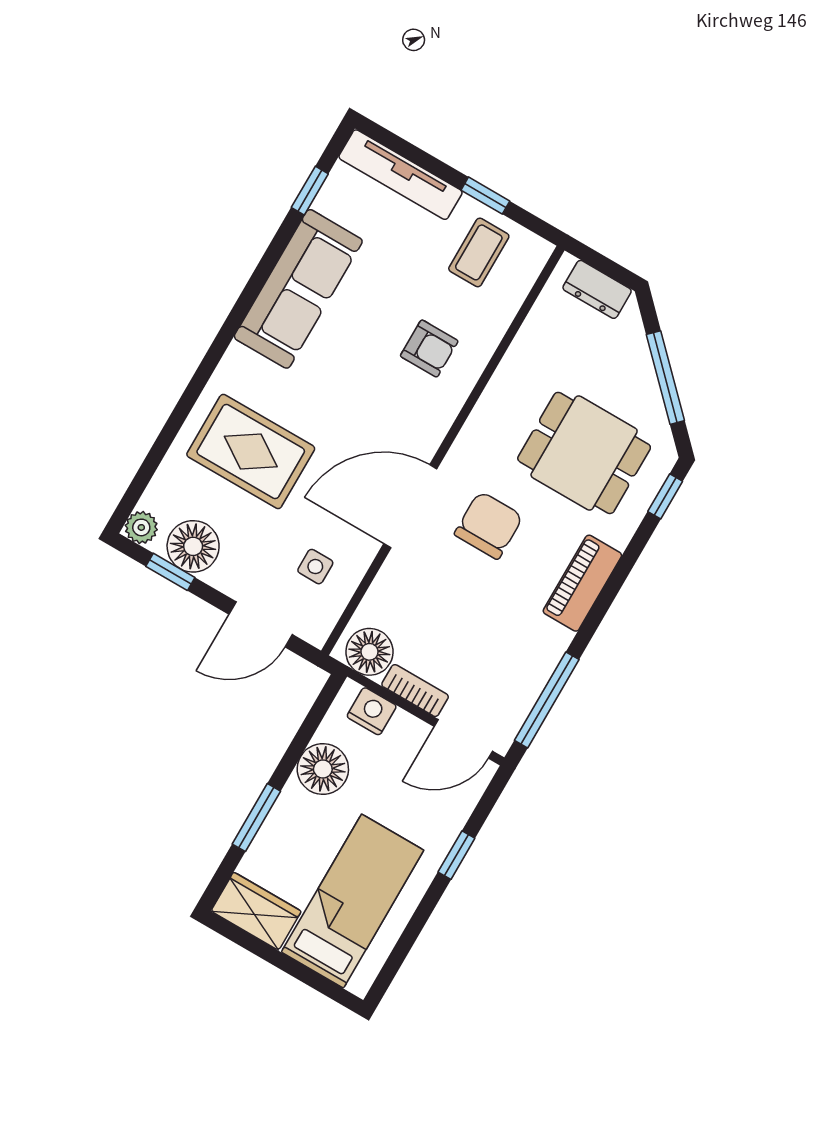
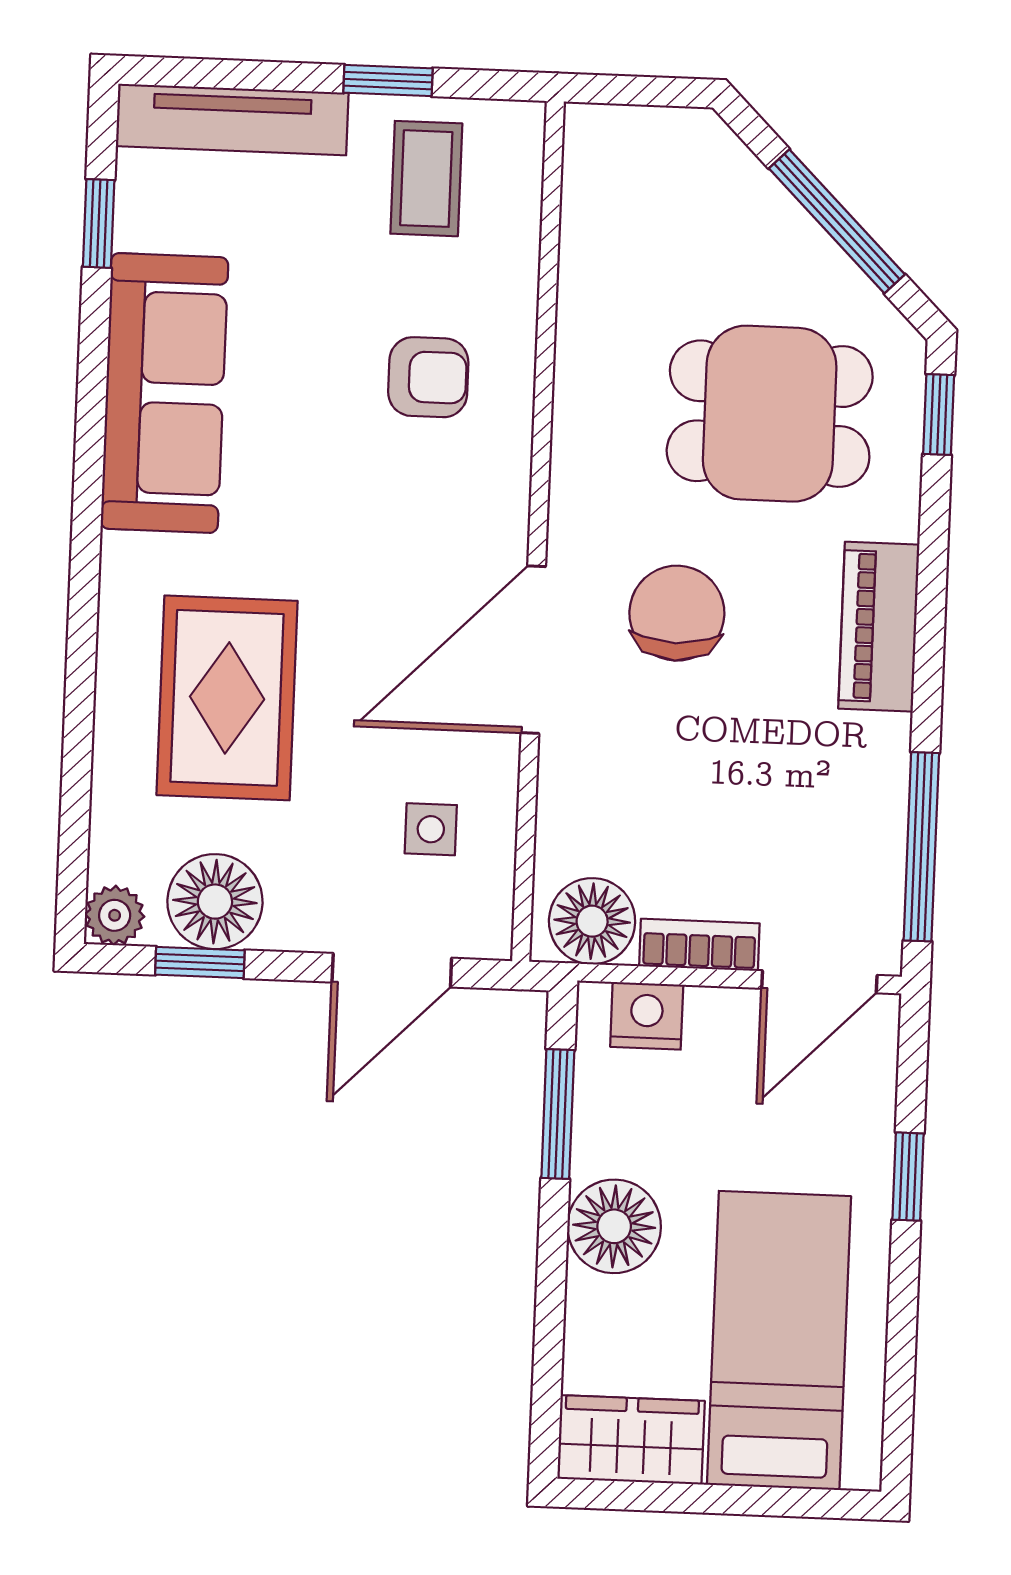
dresser: (597, 289) -> (650, 137), removed
rug: (251, 451) -> (227, 698), turned 90
floor lamp: (323, 769) -> (614, 1226), moved
window: (256, 818) -> (558, 1114), moved

